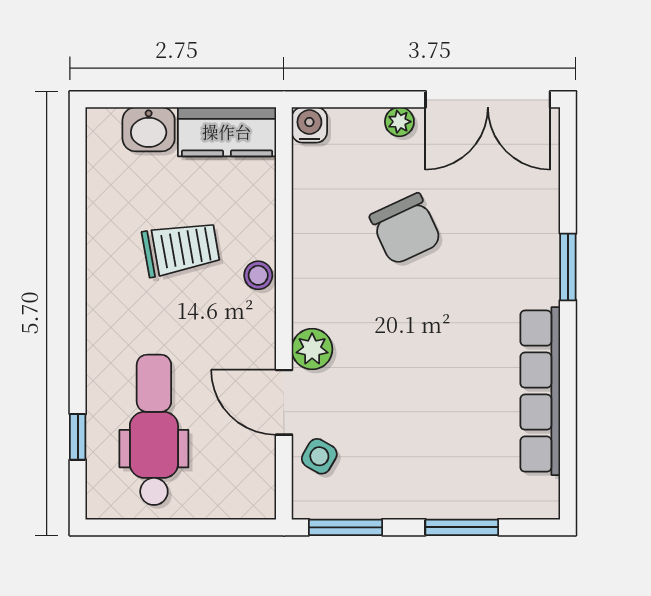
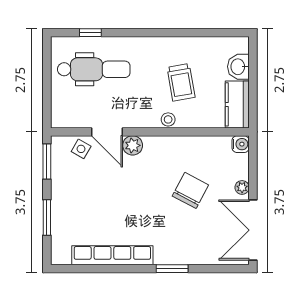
chair: (406, 229) -> (190, 190), turned 143
door: (284, 402) -> (107, 132), swing flipped

